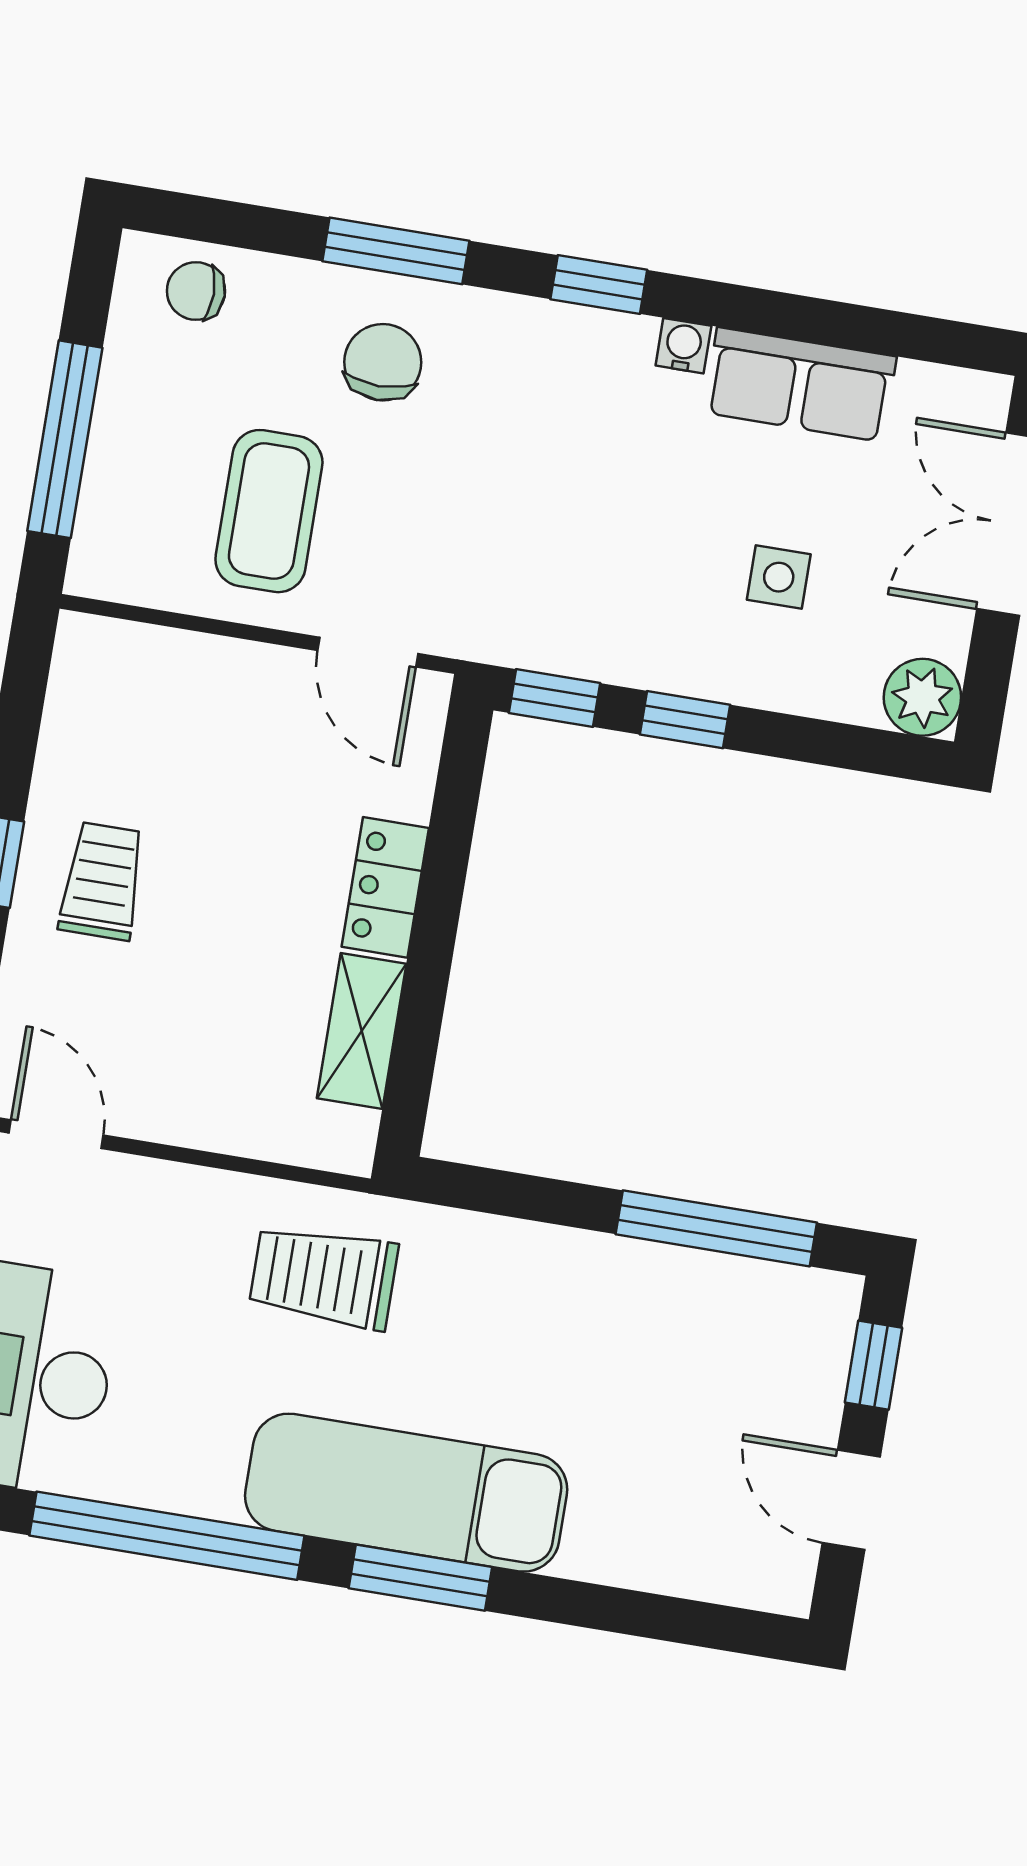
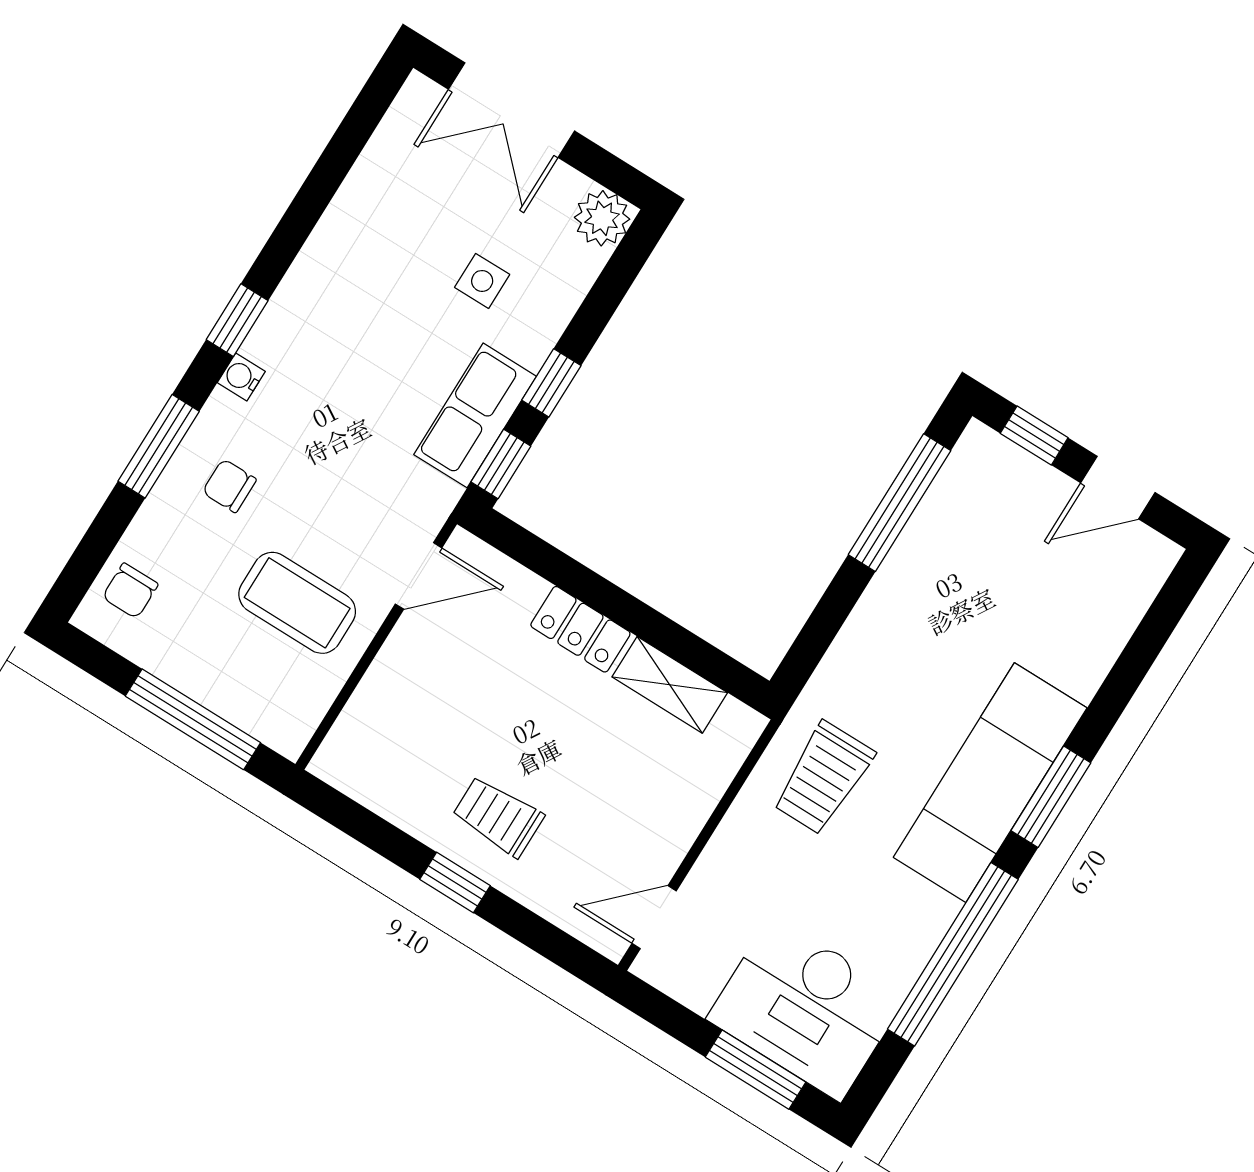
water cooler: (683, 346) -> (241, 377), moved
chair: (383, 362) -> (229, 486), width x0.73, depth x0.73
row of seats: (800, 385) -> (475, 415), moved, turned 180

